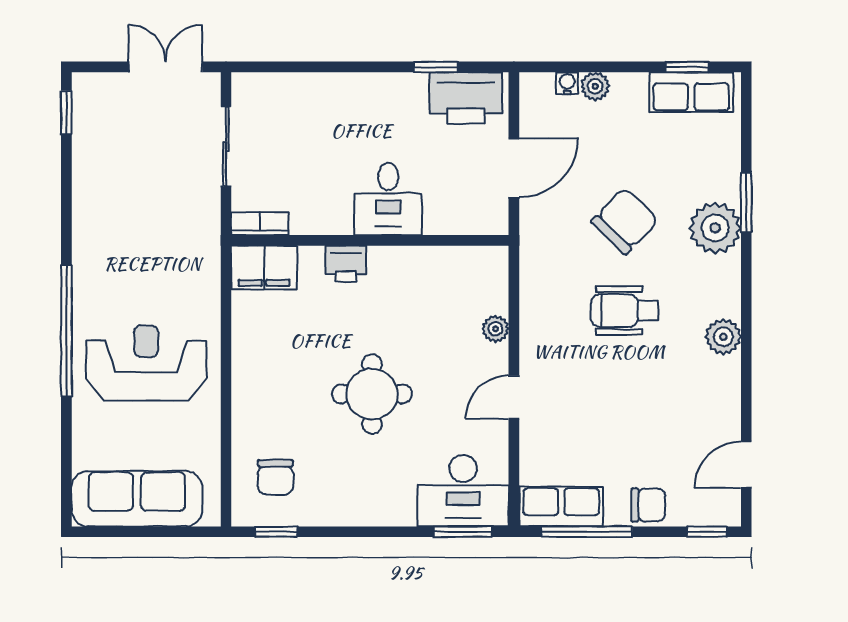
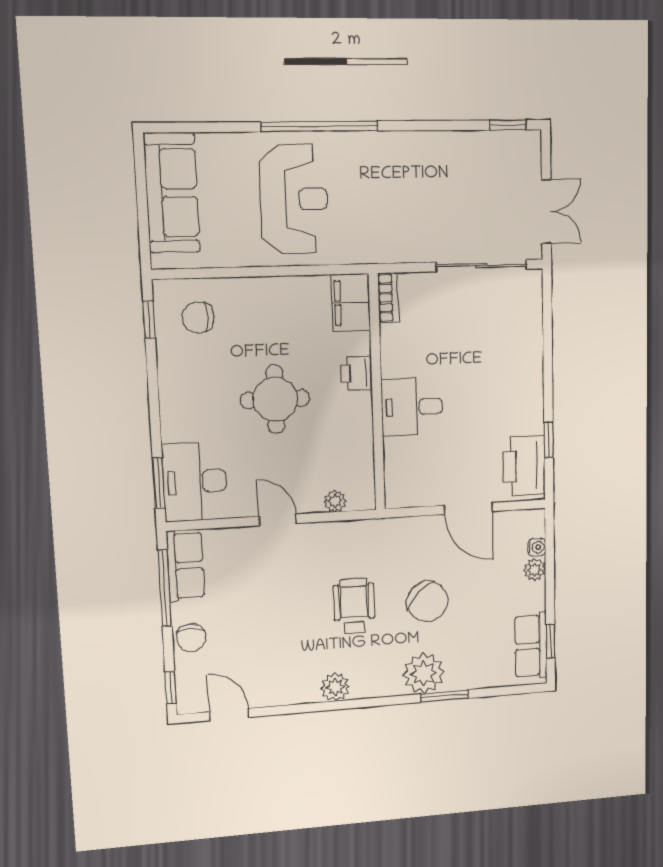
sliding door: (226, 147) -> (481, 266), width x1.37
desk: (388, 199) -> (412, 407), moved
bookcase: (260, 224) -> (388, 298), moved
wall: (370, 240) -> (377, 393), moved
printer: (346, 264) -> (356, 373), moved
filing cabinet: (264, 267) -> (351, 303), moved

